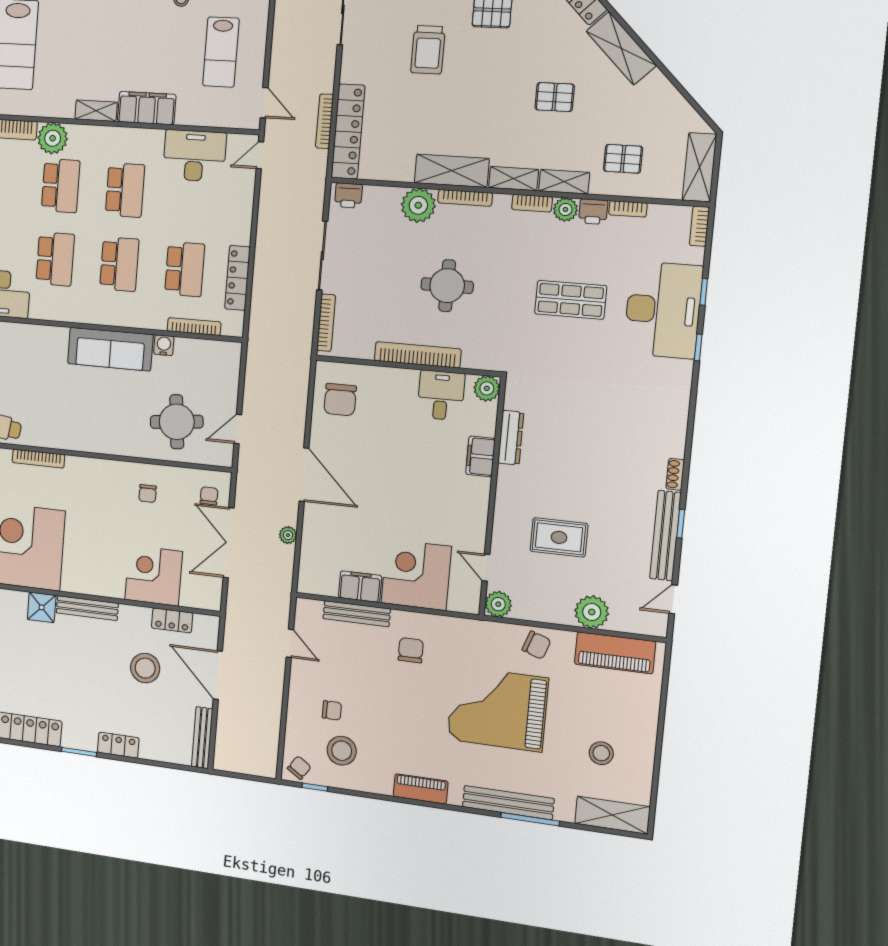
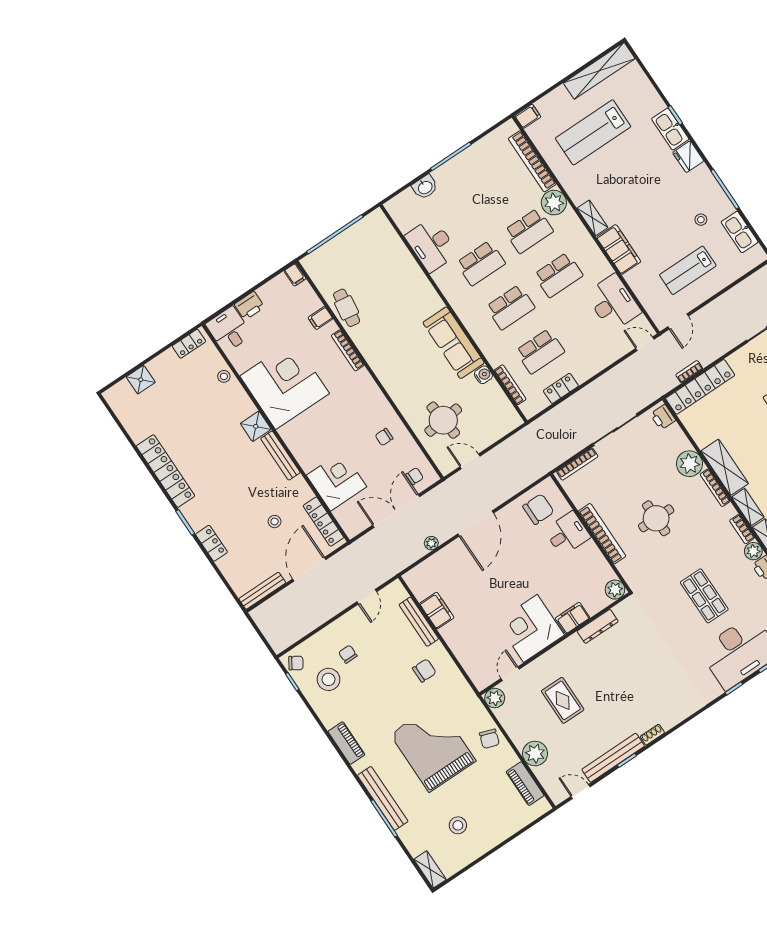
bookcase: (325, 121) -> (689, 372), width x0.64
locker: (237, 278) -> (561, 388), width x0.66
desk: (441, 395) -> (567, 534), moved
chair: (340, 400) -> (538, 509), turned 180
corner desk: (416, 575) -> (530, 628), moved, turned -90
locker: (172, 620) -> (323, 522), width x1.53
piano: (615, 653) -> (525, 784), width x0.73, depth x0.75
stool: (145, 668) -> (275, 522), width x0.53, depth x0.53
chair: (332, 710) -> (348, 654), turned 180
shelving: (612, 815) -> (430, 869), width x0.67, depth x0.75

